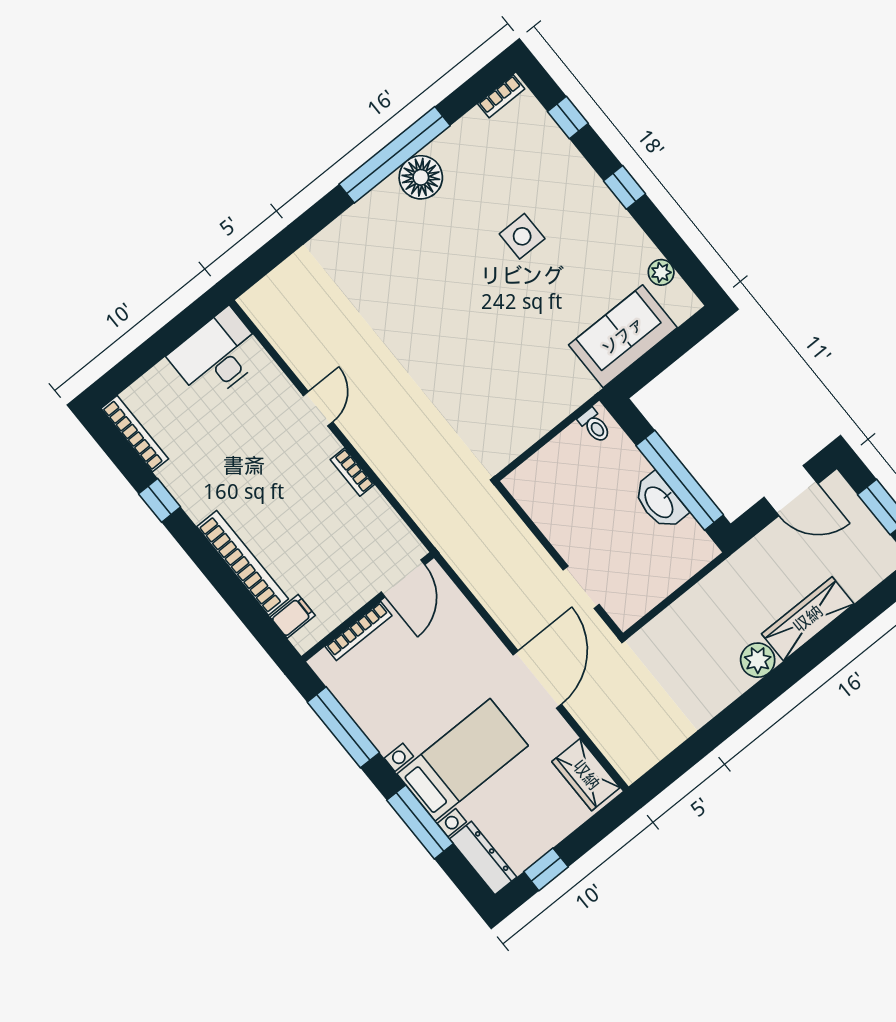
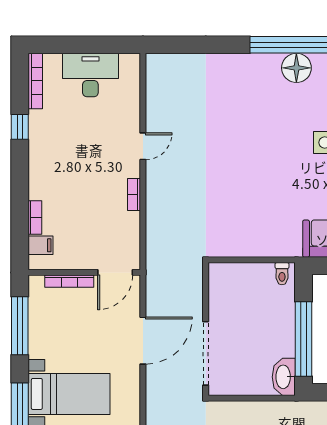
desk: (217, 356) -> (90, 75), moved
washbasin: (660, 502) -> (284, 377), moved
bookcase: (243, 563) -> (35, 218), width x0.43, depth x0.76
doorway: (581, 587) -> (206, 353), width x1.87
door: (537, 679) -> (143, 341), moved

